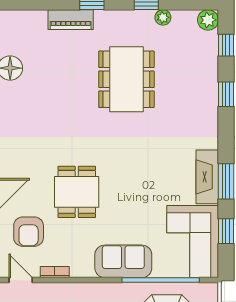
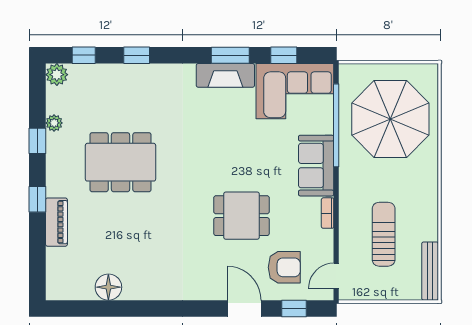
bookcase: (55, 272) -> (328, 213), moved

